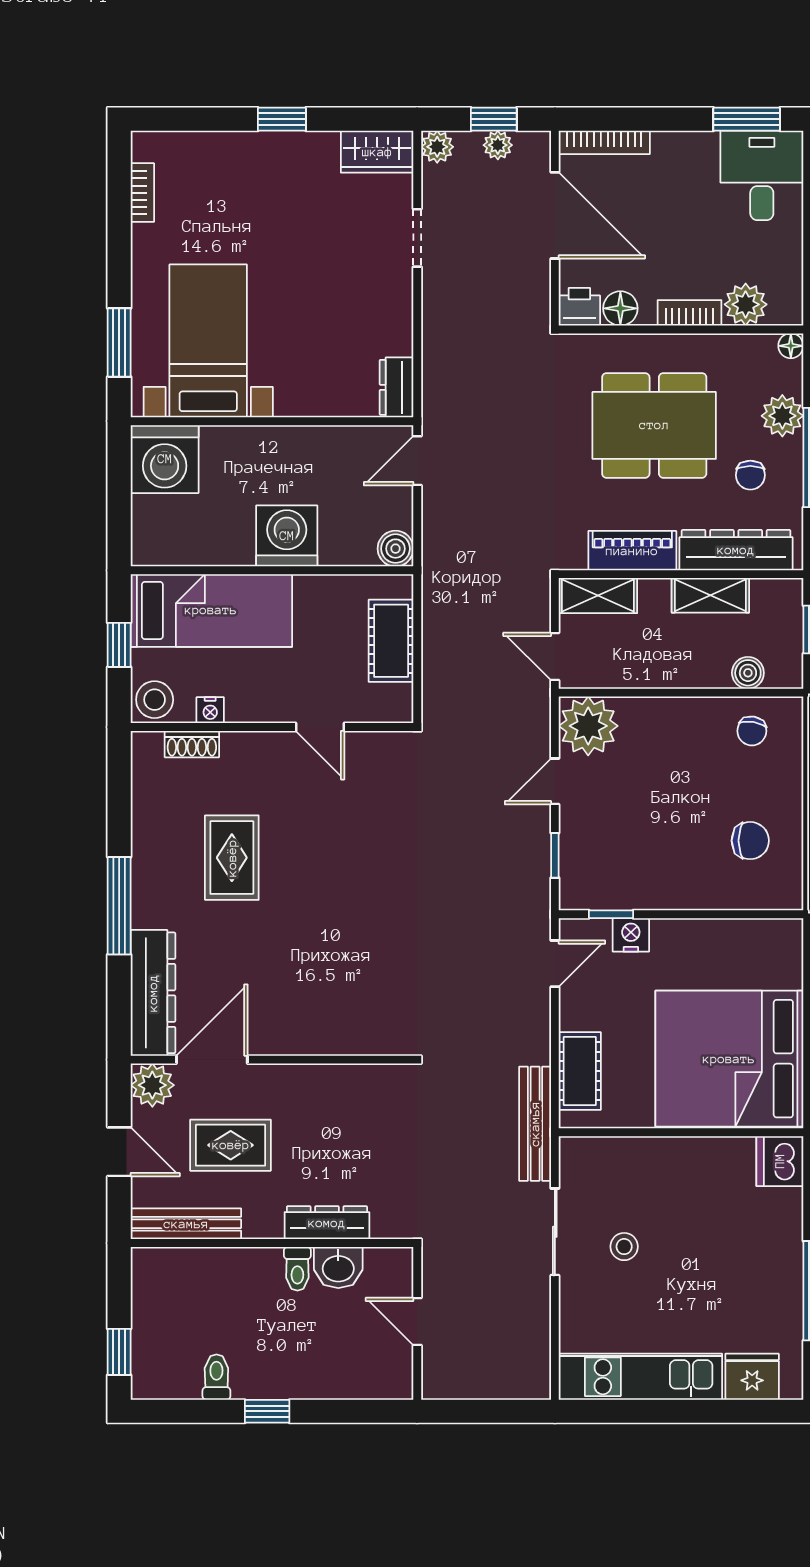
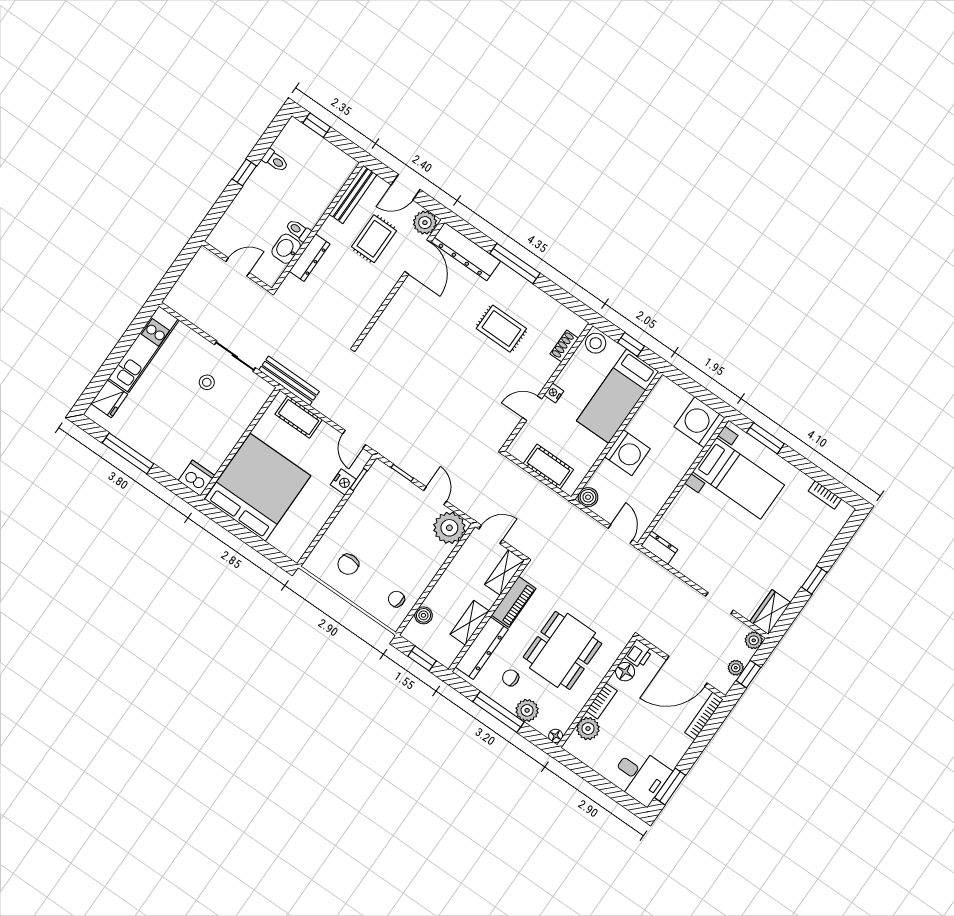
nightstand: (210, 710) -> (554, 393), moved

